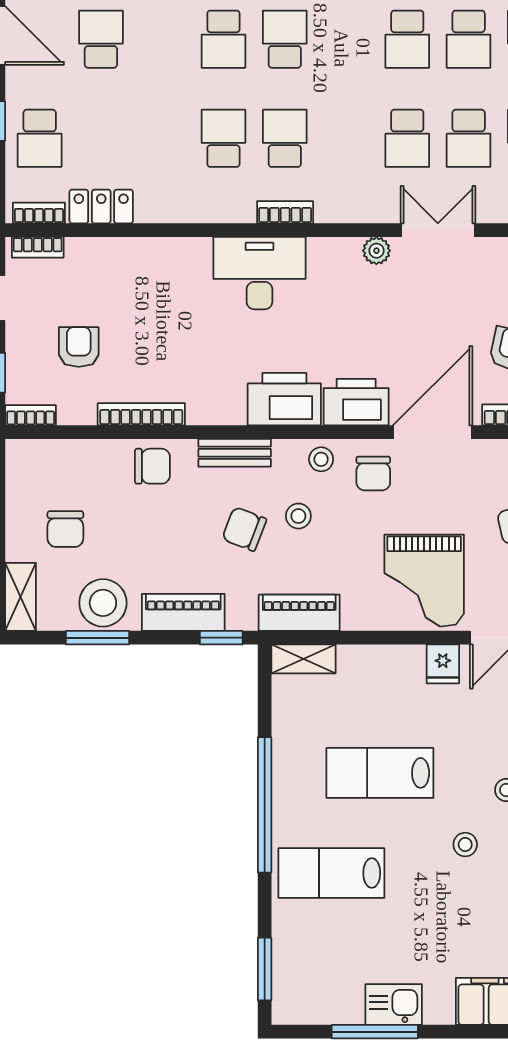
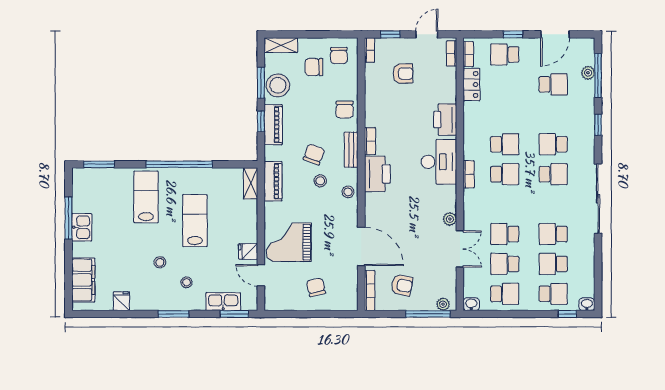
printer: (356, 402) -> (445, 120), moved, turned 180
bookcase: (141, 414) -> (370, 141), moved, width x0.64
chair: (373, 473) -> (339, 56), moved, turned -90
window: (221, 638) -> (261, 121), moved

